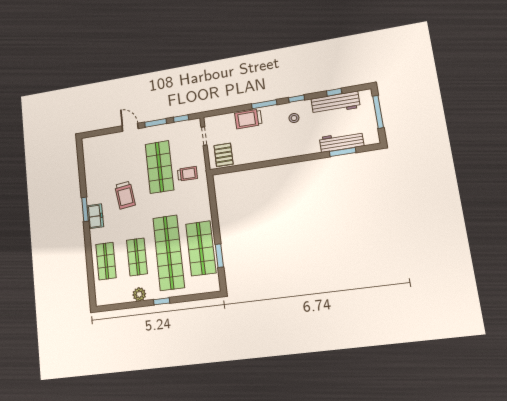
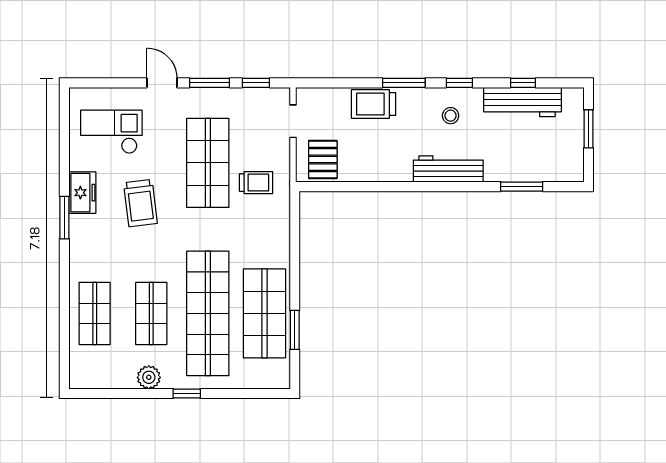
window: (378, 112) -> (588, 129), width x0.69
workbench: (341, 142) -> (448, 169), moved
checkout: (106, 158) -> (111, 132), added
freezer: (95, 216) -> (82, 193), moved

